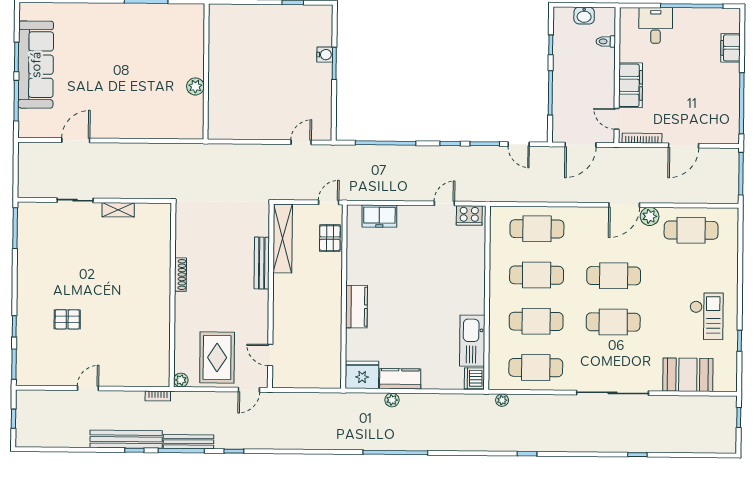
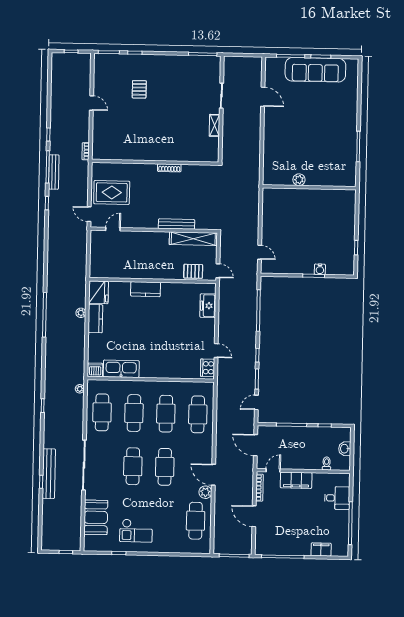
plant: (181, 380) -> (96, 167), removed
bench: (126, 439) -> (49, 474), moved

